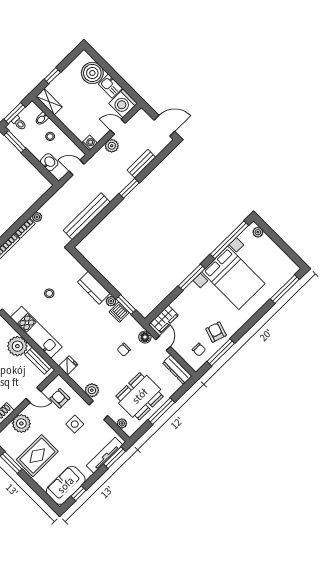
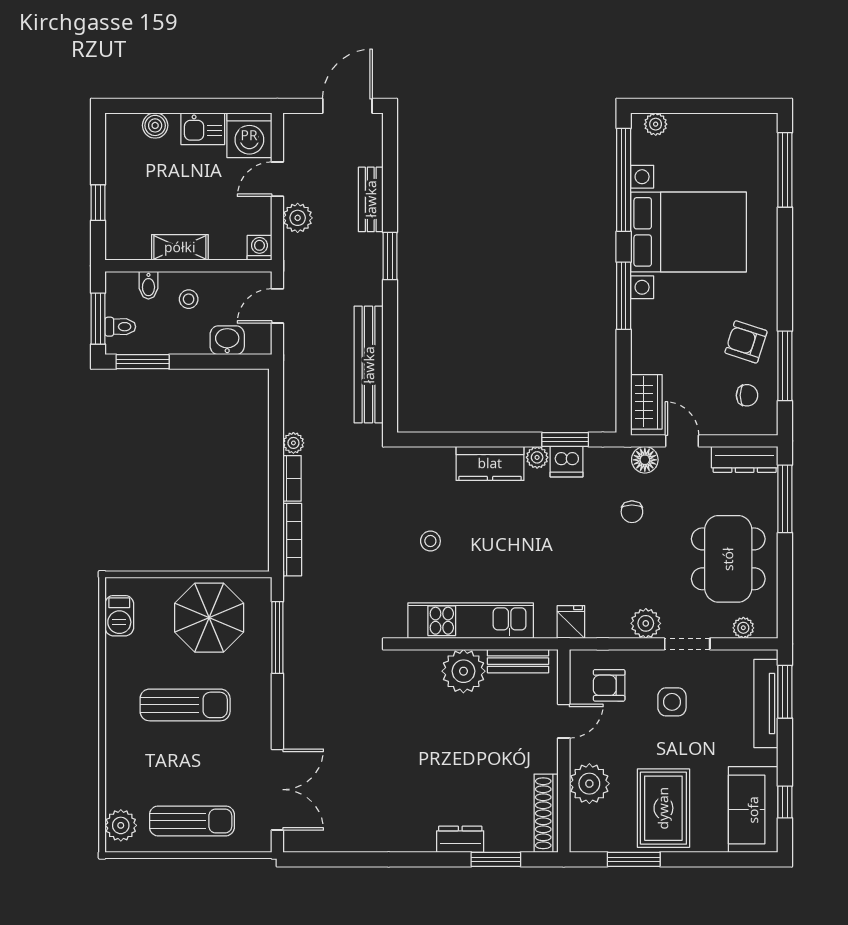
boiler: (92, 73) -> (155, 125), width x0.54, depth x0.54
shelving: (49, 102) -> (180, 247), moved
window: (161, 411) -> (785, 499), moved

